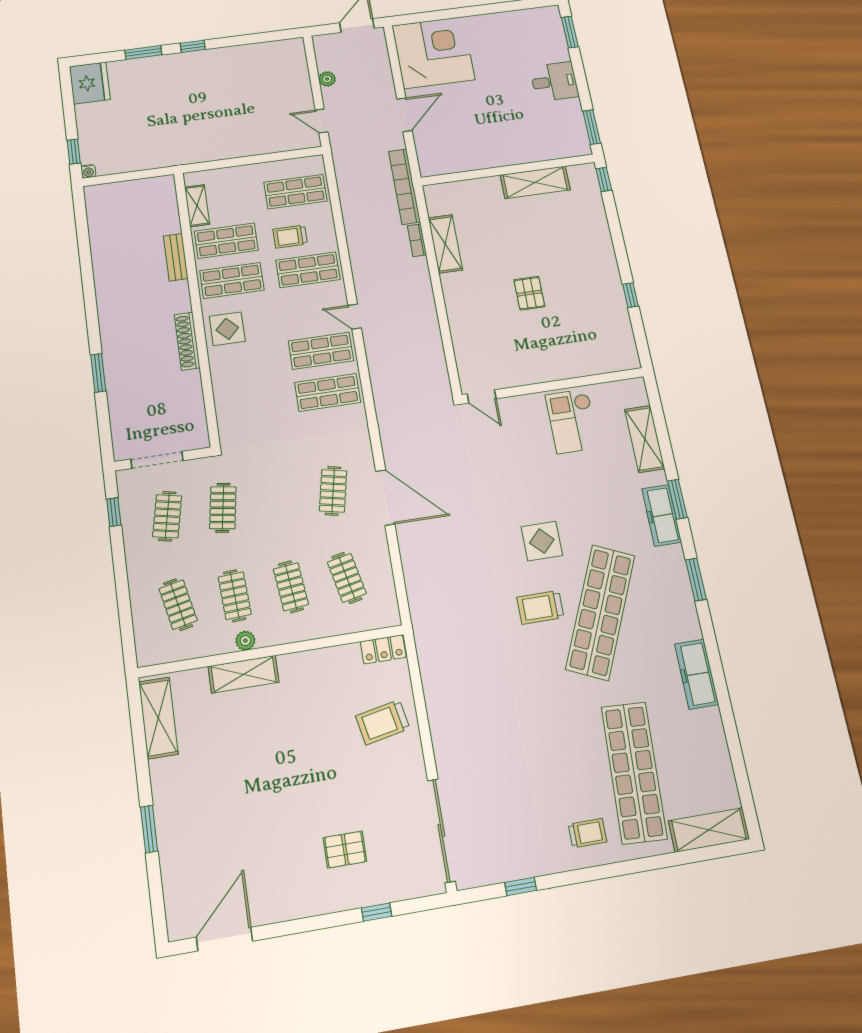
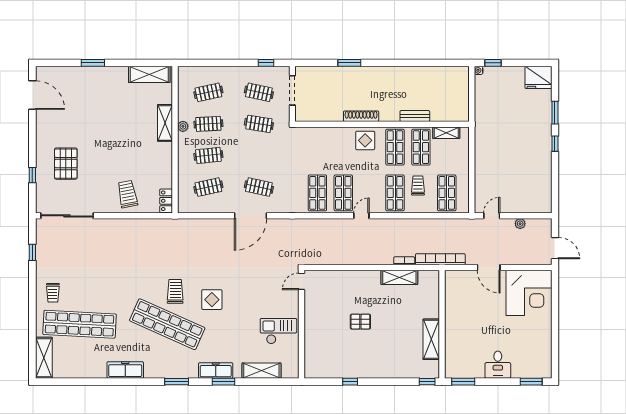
pallet: (345, 850) -> (66, 164), width x1.50, depth x1.42

